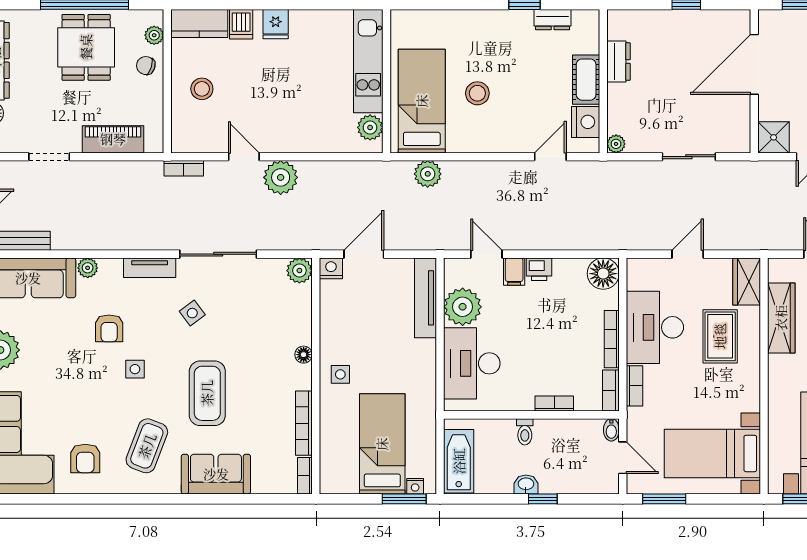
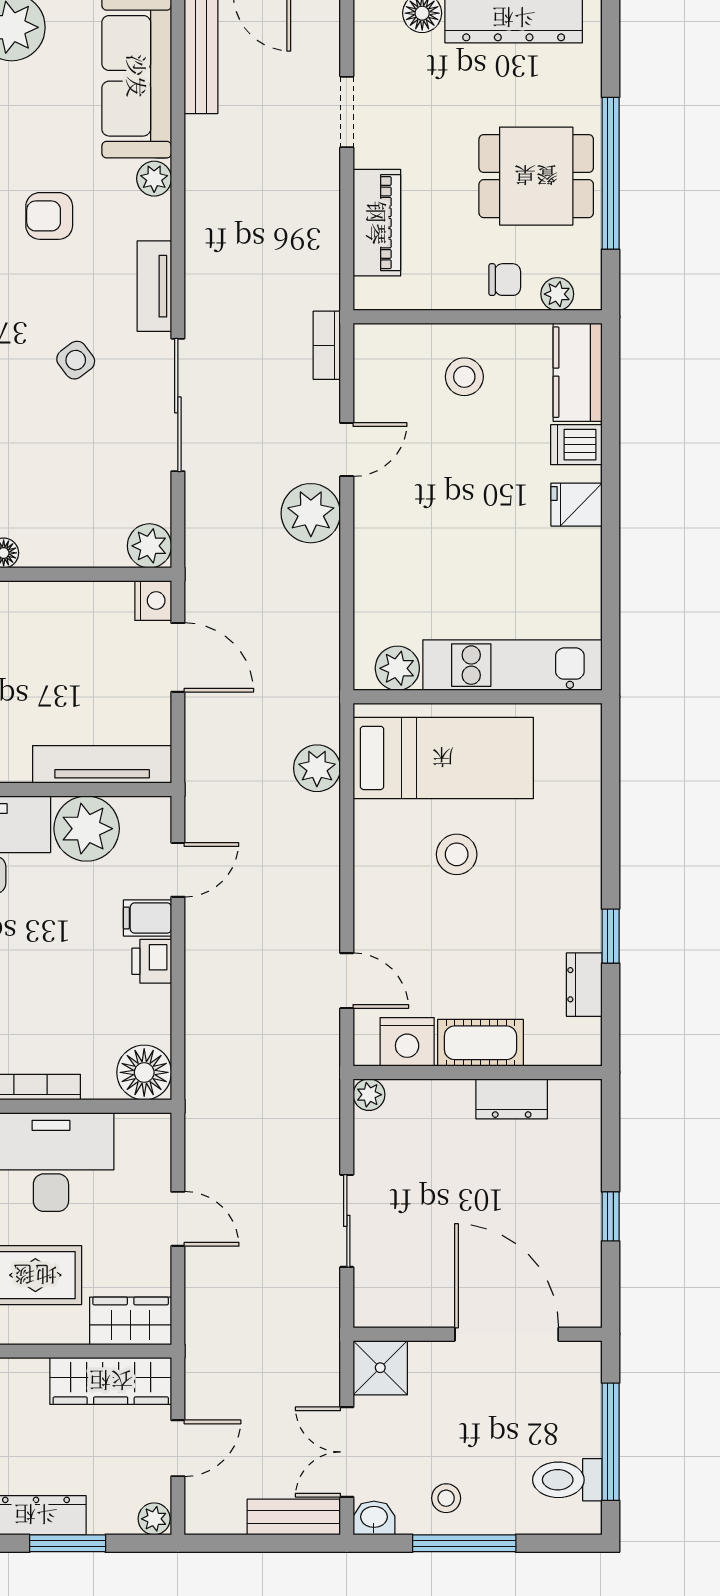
chair: (146, 66) -> (505, 280), turned 72
wardrobe: (781, 318) -> (111, 1381), moved

